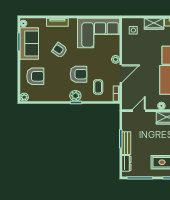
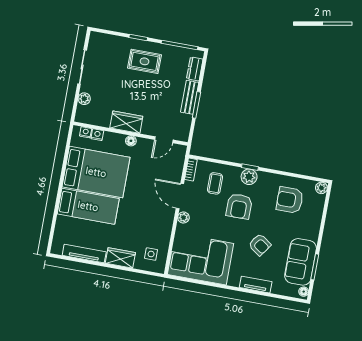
armchair: (79, 74) -> (239, 206), turned -90
door: (121, 74) -> (180, 196), hinge flipped
armchair: (35, 76) -> (290, 200), moved

